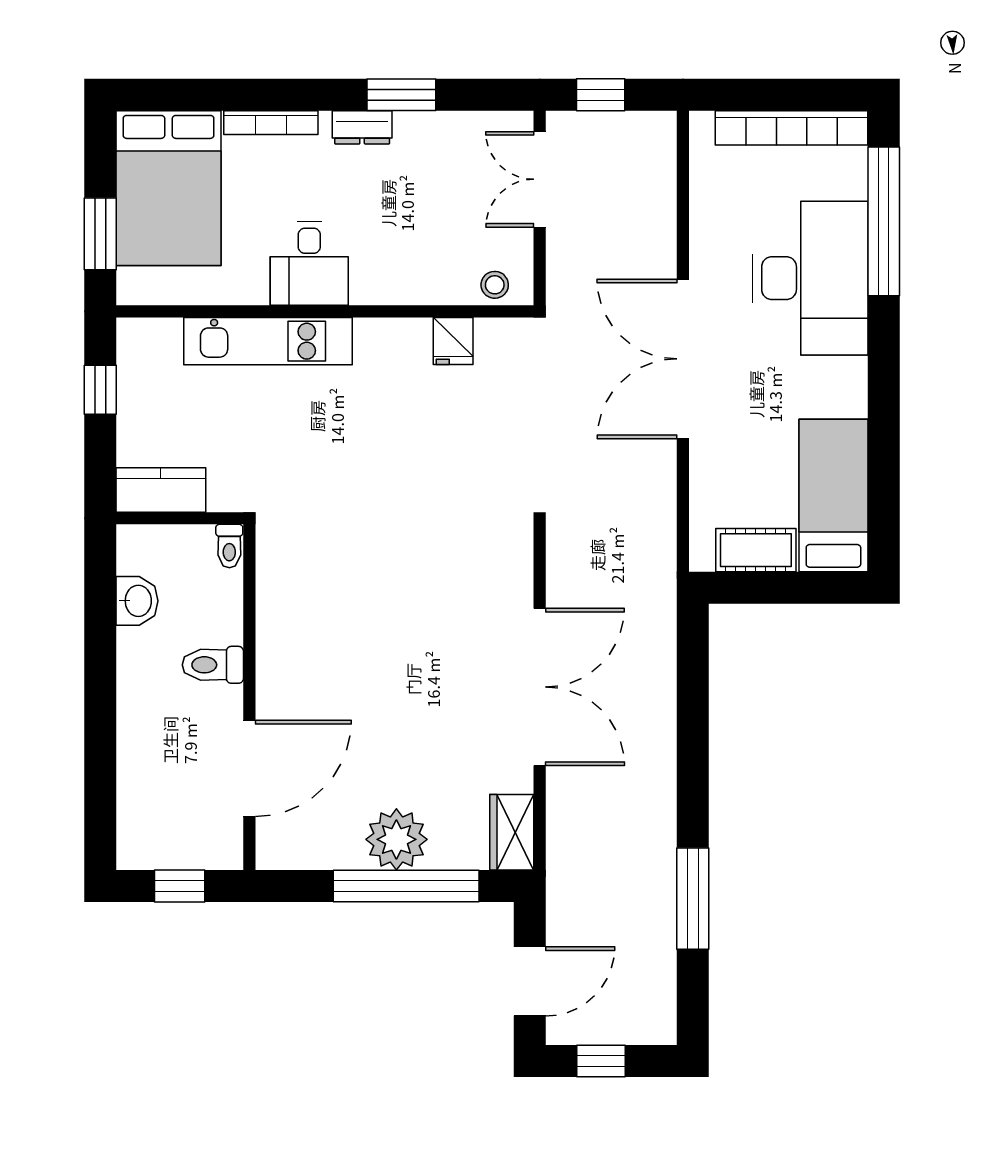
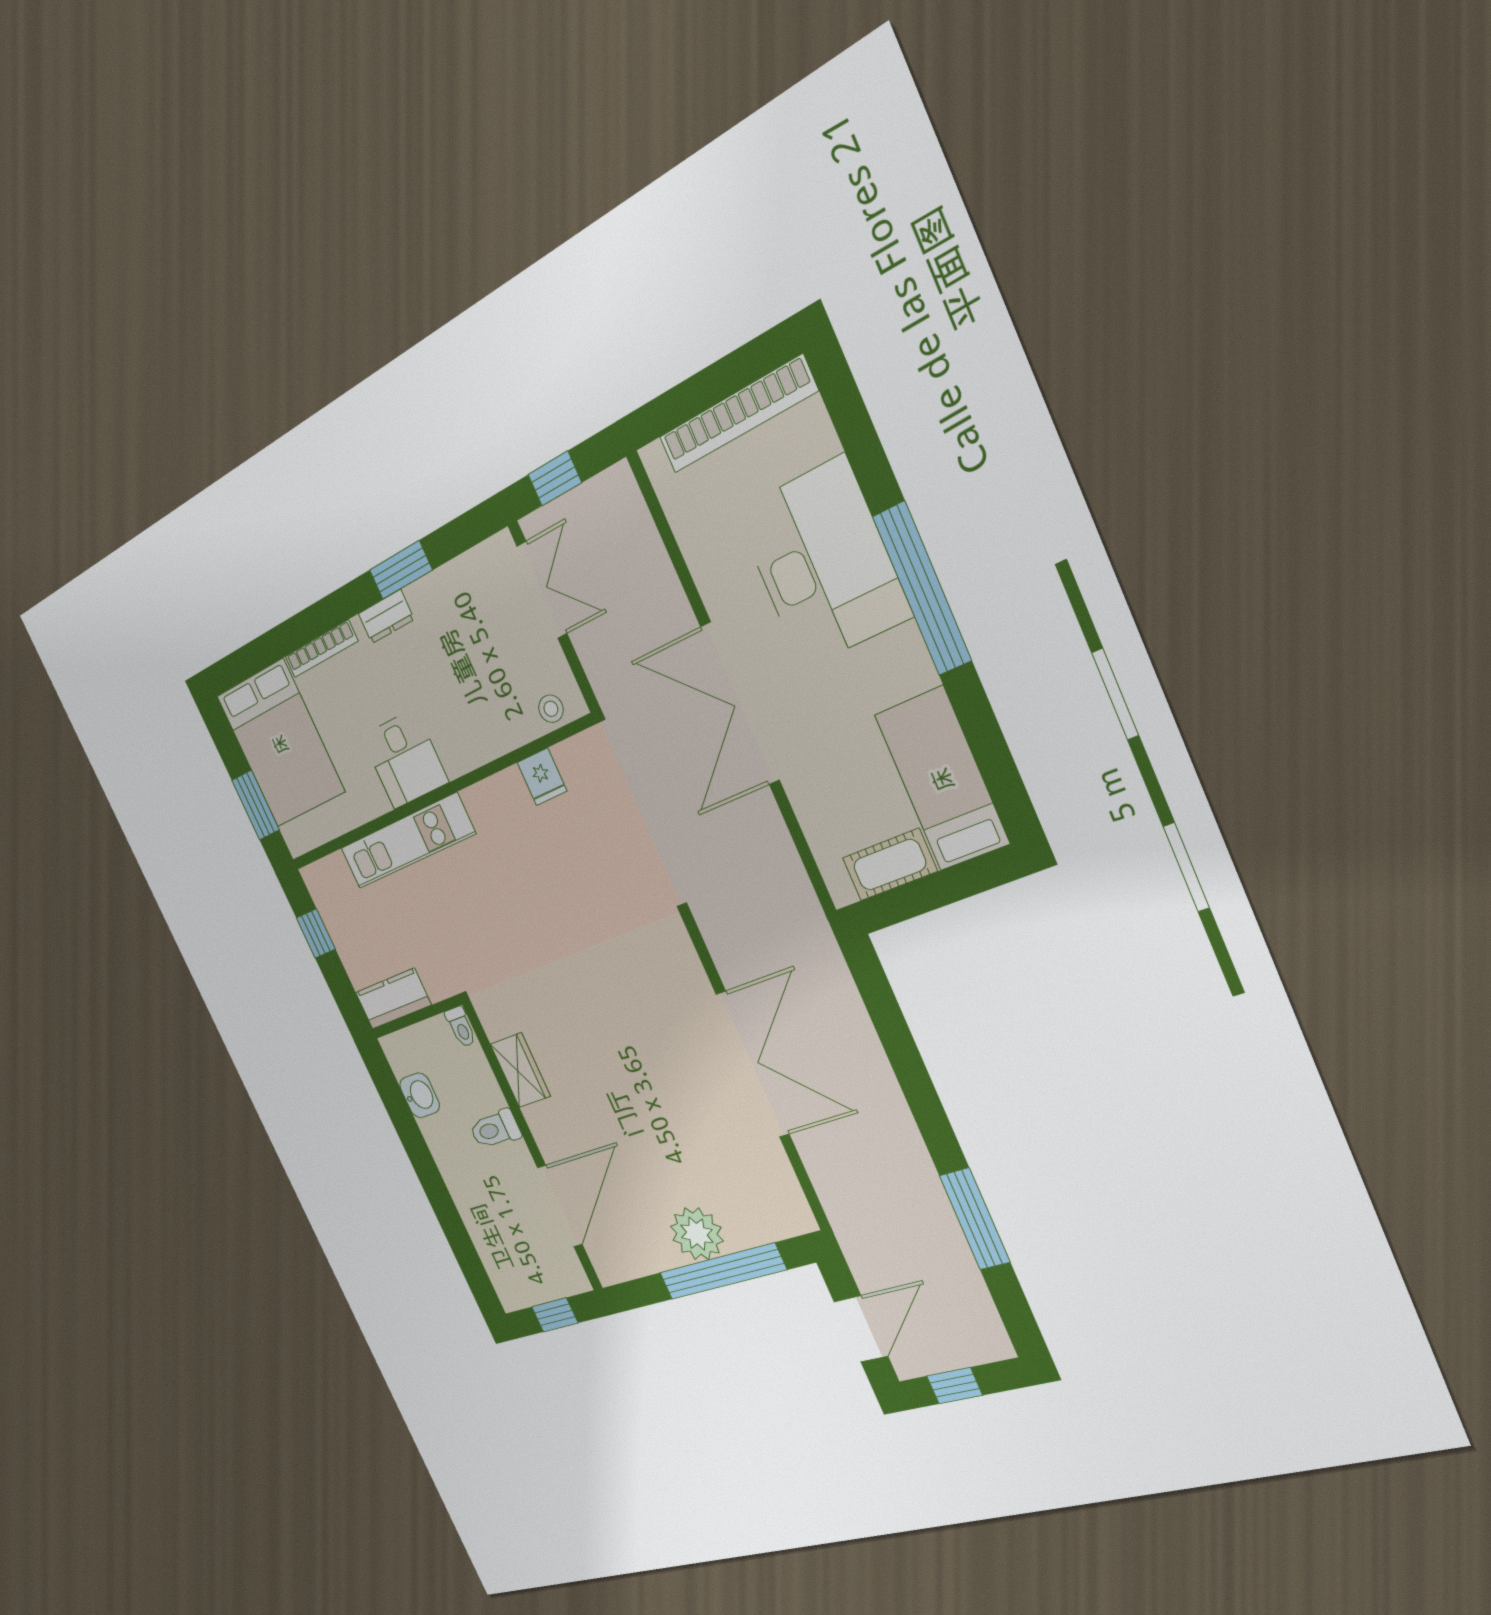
double door: (540, 179) -> (542, 590), swing flipped
window: (884, 221) -> (922, 589), moved
wardrobe: (512, 832) -> (520, 1070), moved, turned 180

